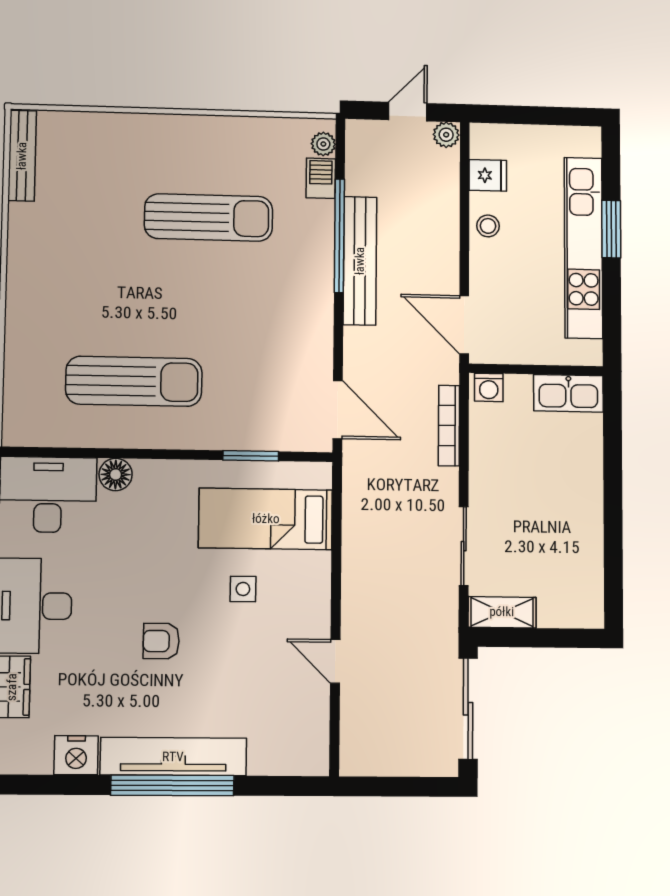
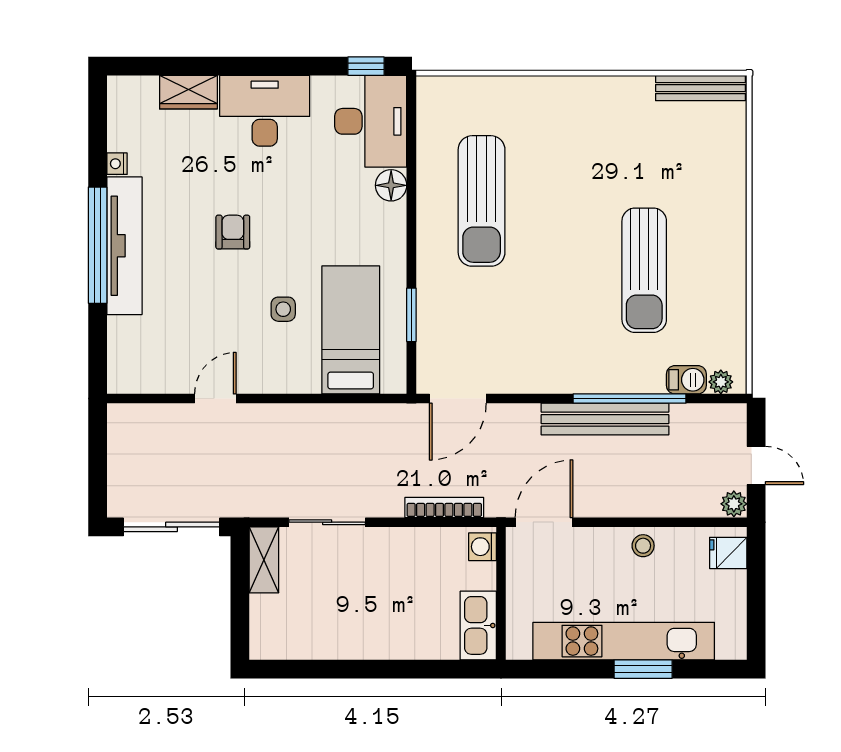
fridge: (488, 175) -> (728, 553), moved, turned 90
nightstand: (76, 755) -> (117, 164), width x0.53, depth x0.56

